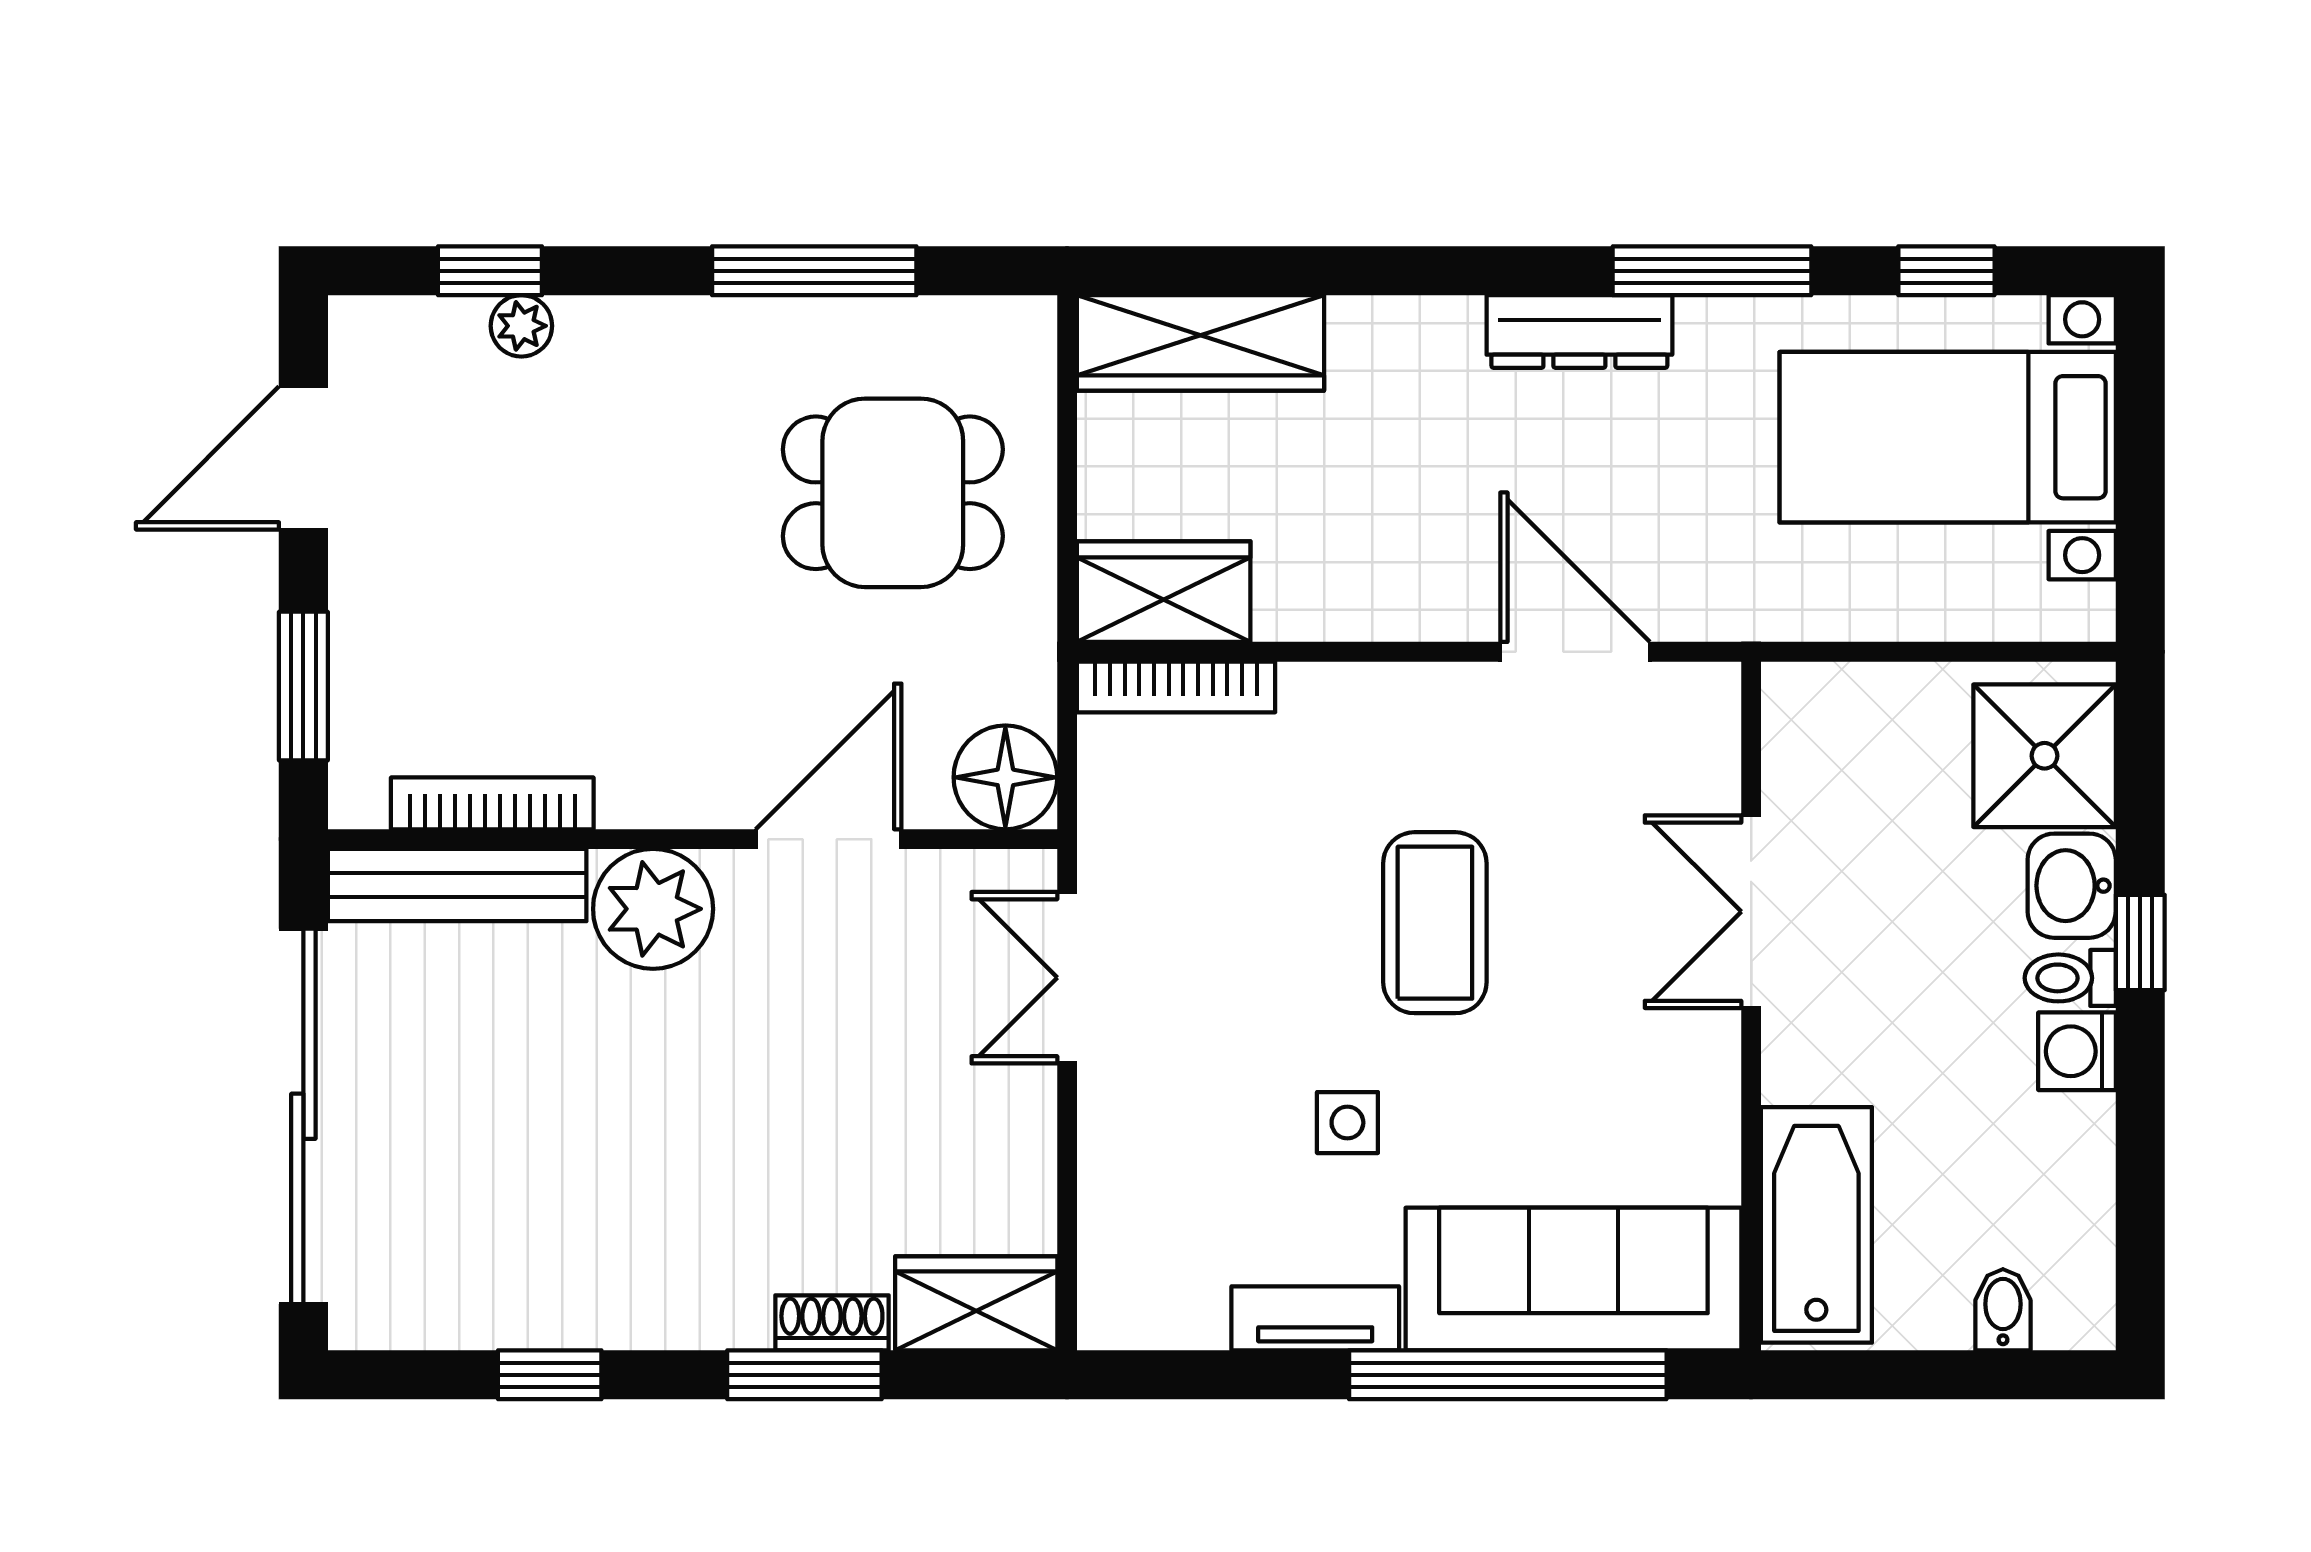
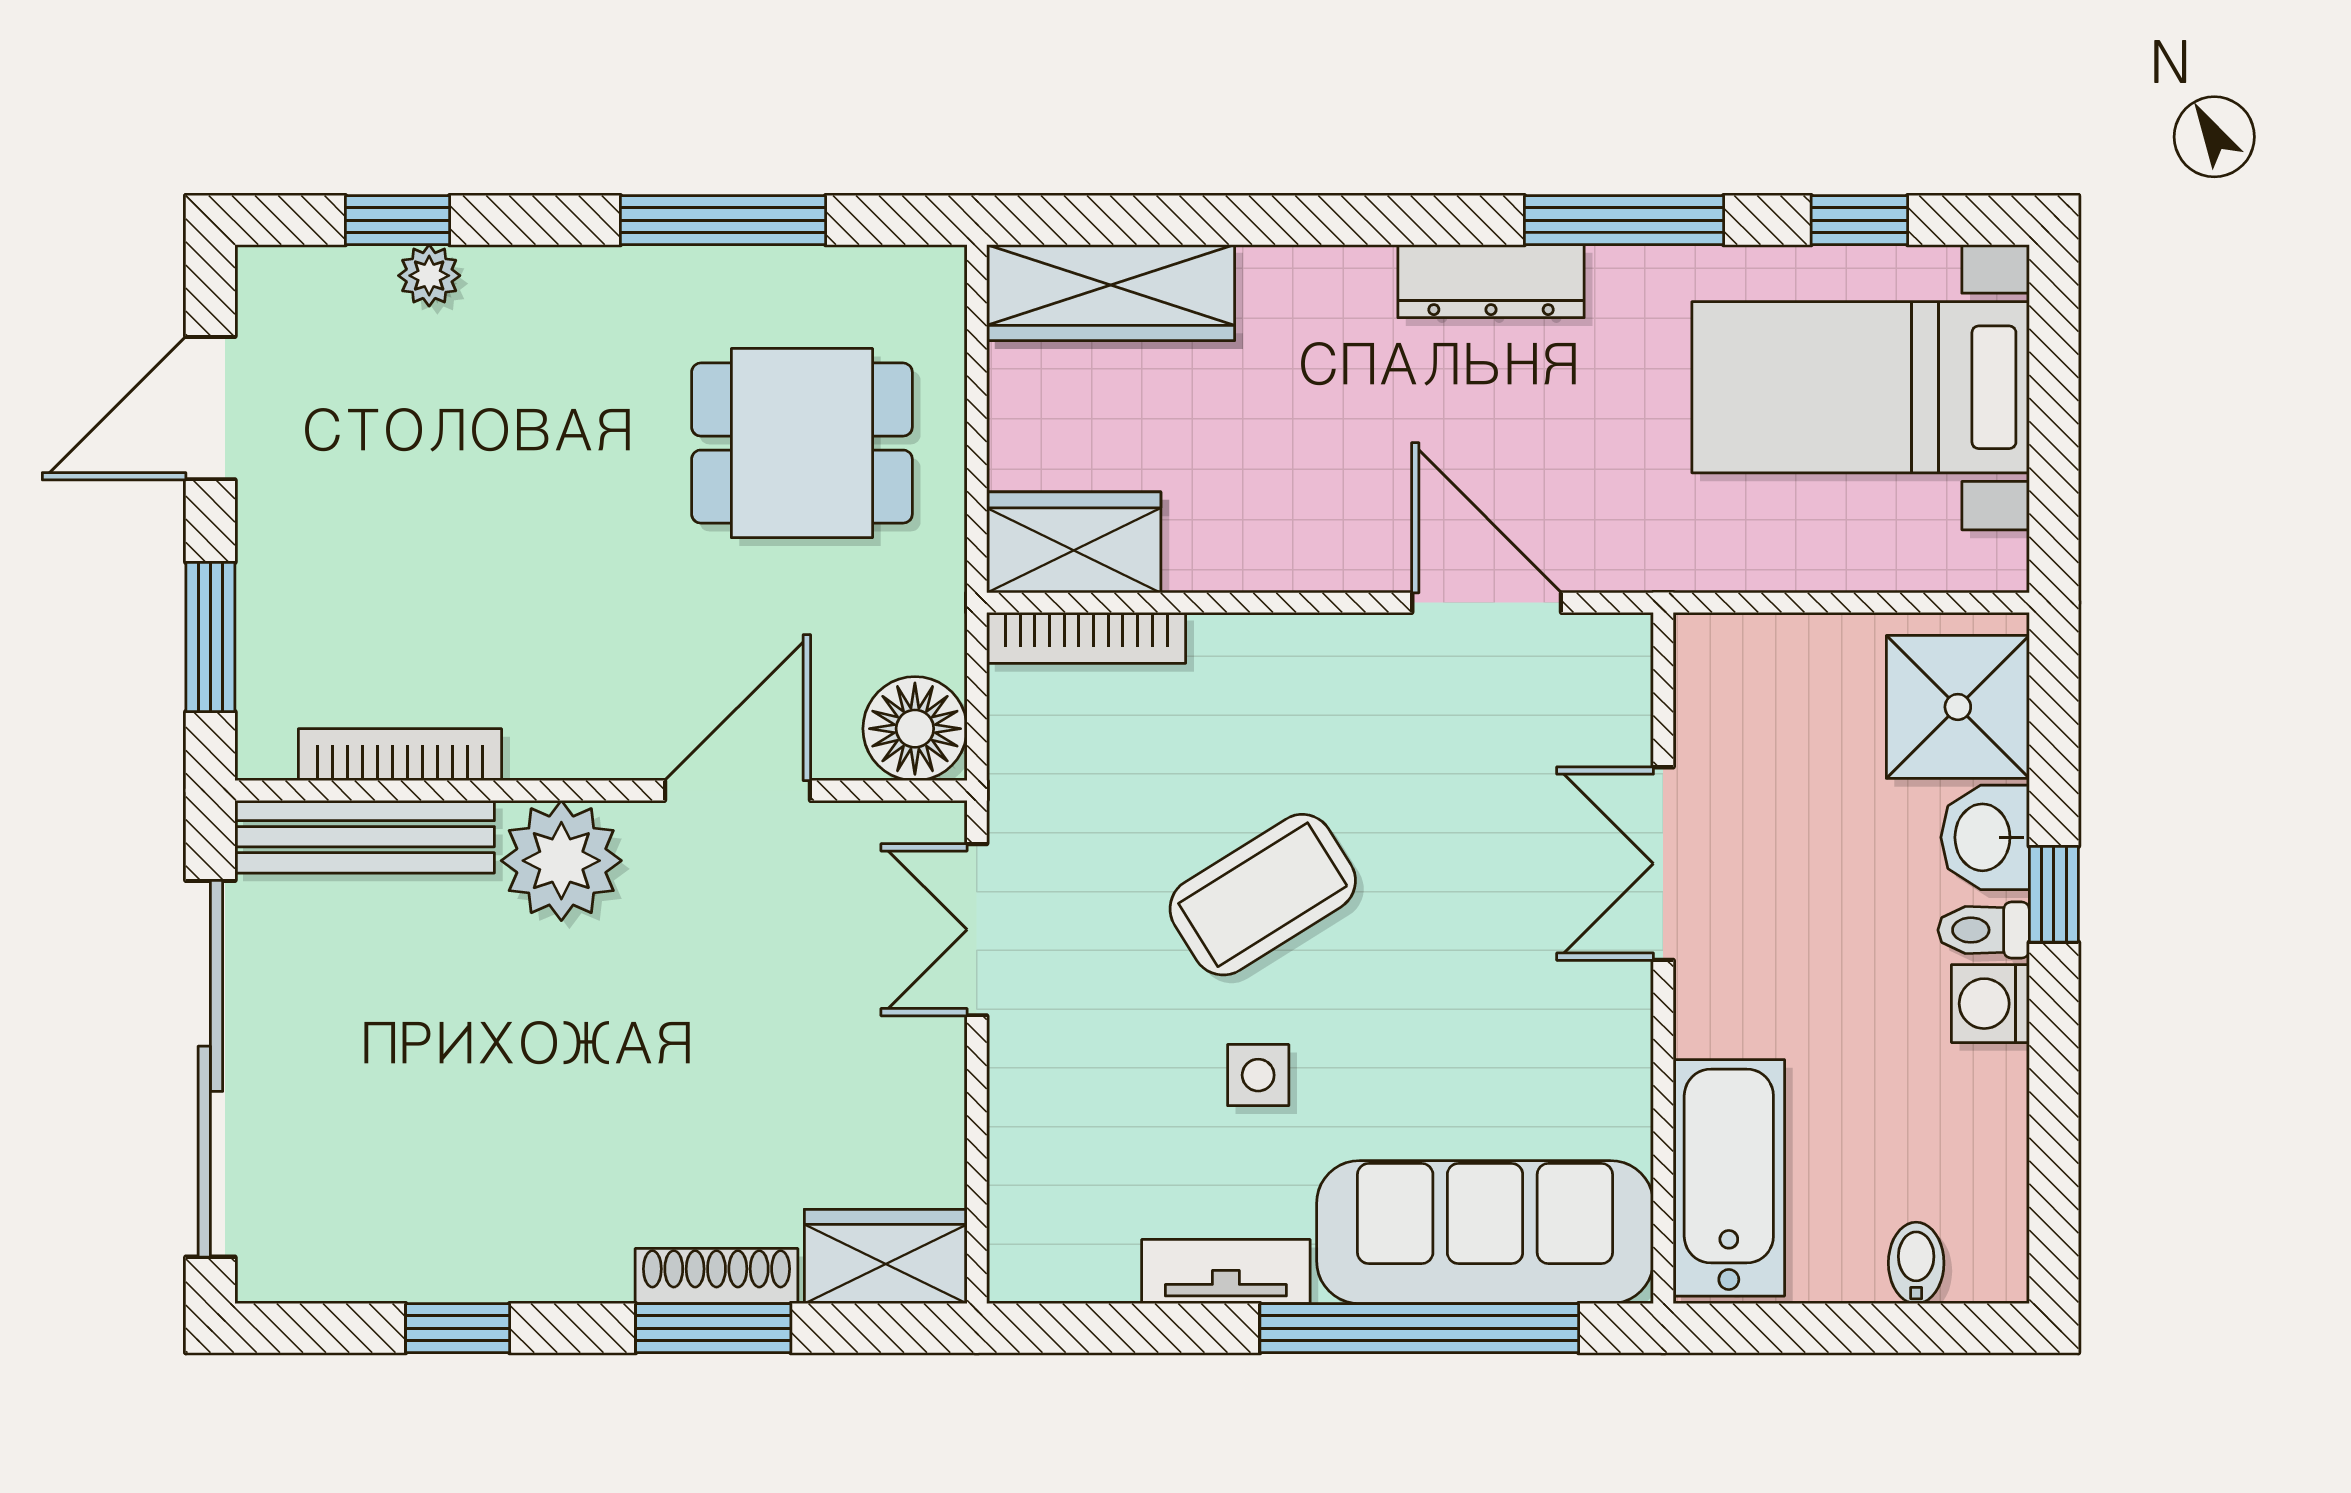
coffee table: (1435, 923) -> (1263, 895), moved, turned 58
shoe rack: (832, 1323) -> (716, 1276), width x1.43

